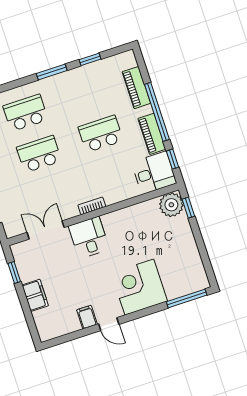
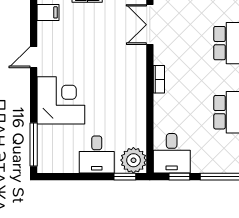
piano: (152, 134) -> (212, 164), removed
double door: (46, 230) -> (150, 25), swing flipped
desk: (89, 238) -> (97, 154), moved, turned 90
filing cabinet: (87, 317) -> (48, 12), moved

